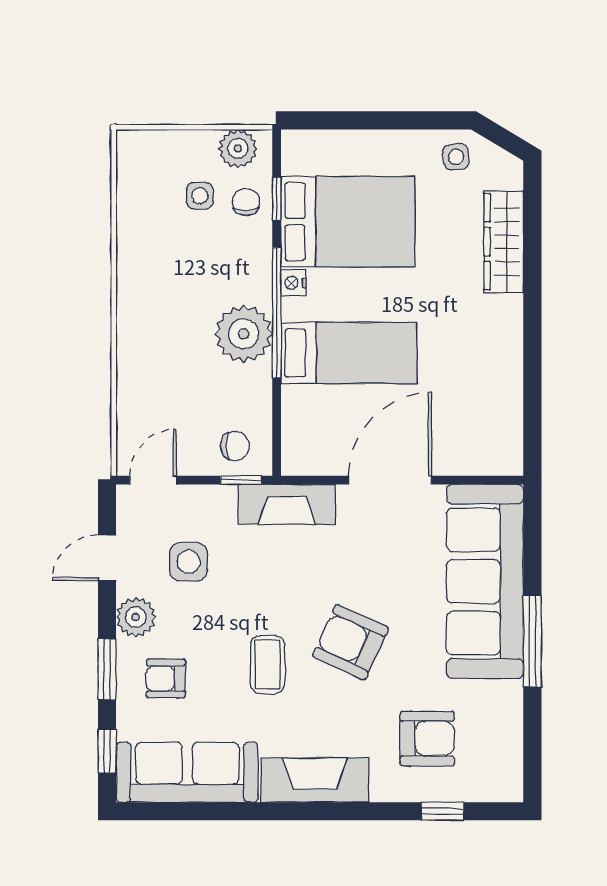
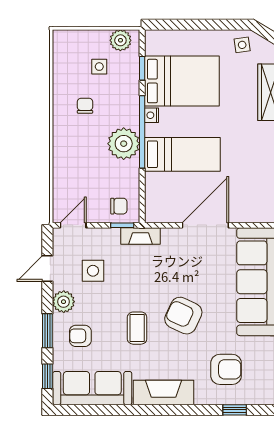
chair: (246, 202) -> (85, 106), moved
fireplace: (287, 504) -> (140, 236), width x0.73, depth x0.76

